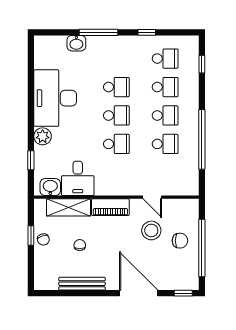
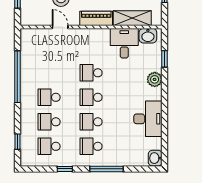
washbasin: (76, 43) -> (155, 158), moved, turned -90
desk: (55, 98) -> (148, 119), width x0.73, depth x0.77
school desk: (165, 144) -> (91, 146), moved

